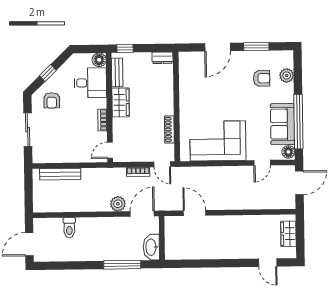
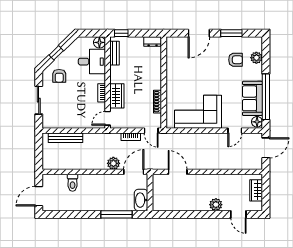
wardrobe: (121, 102) -> (117, 96), moved
plant: (241, 251) -> (216, 205), added

